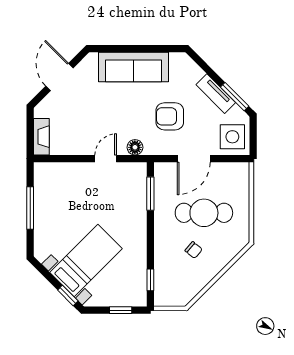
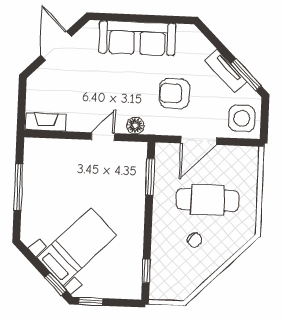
fireplace: (41, 137) -> (46, 122), moved, turned -90
window: (121, 310) -> (91, 302), moved

